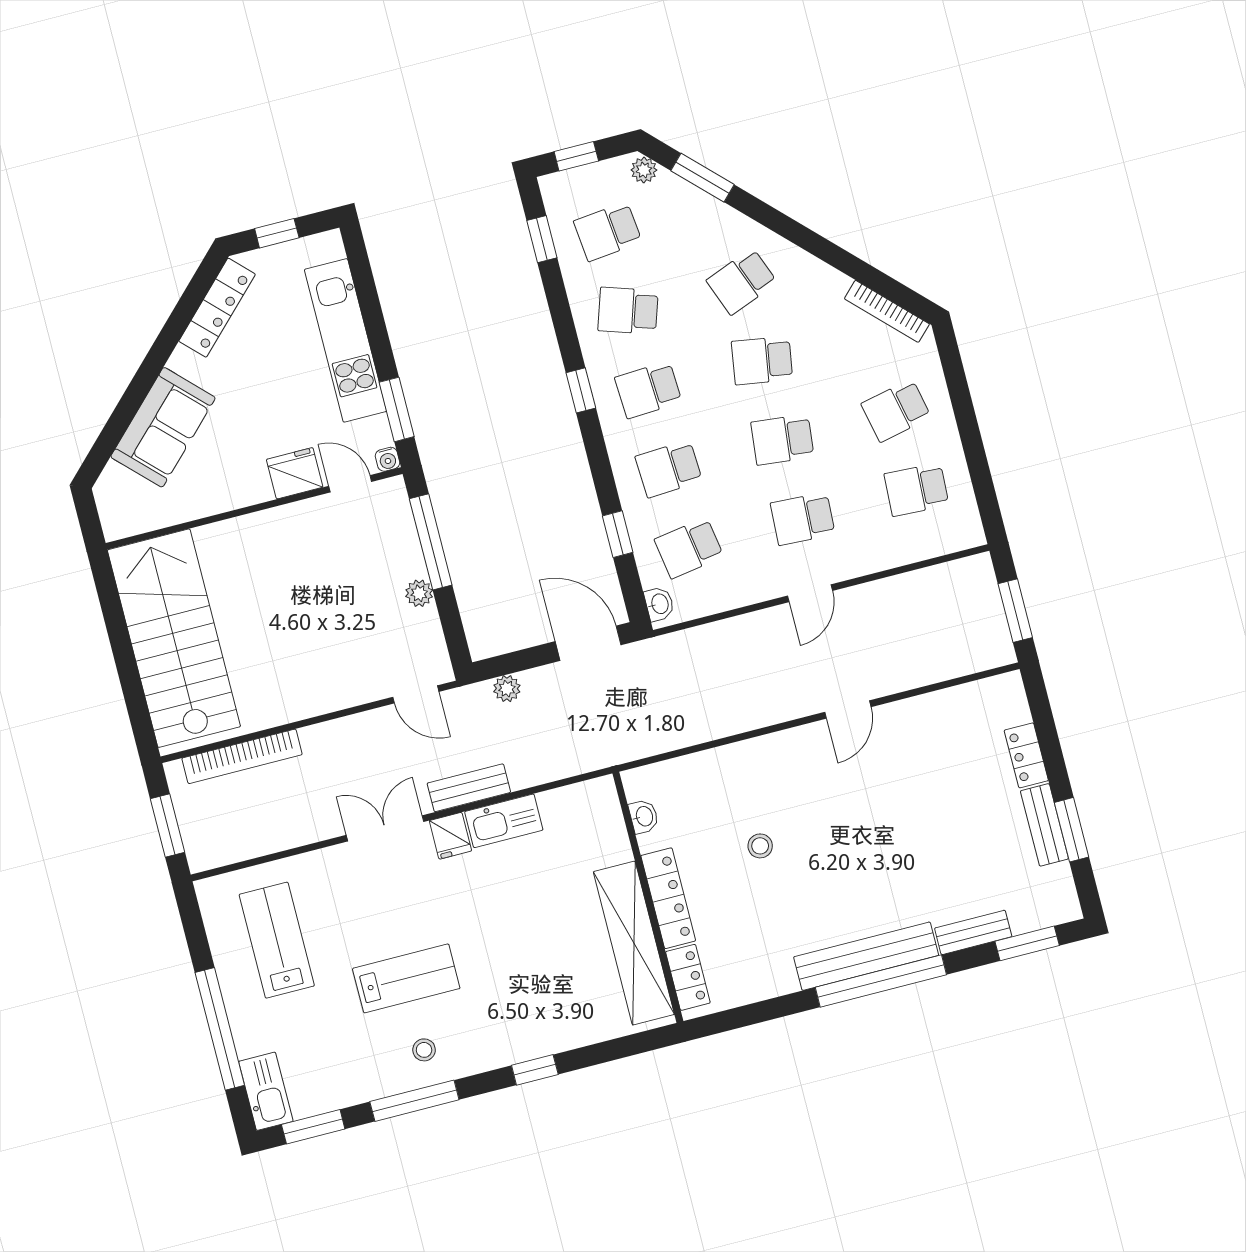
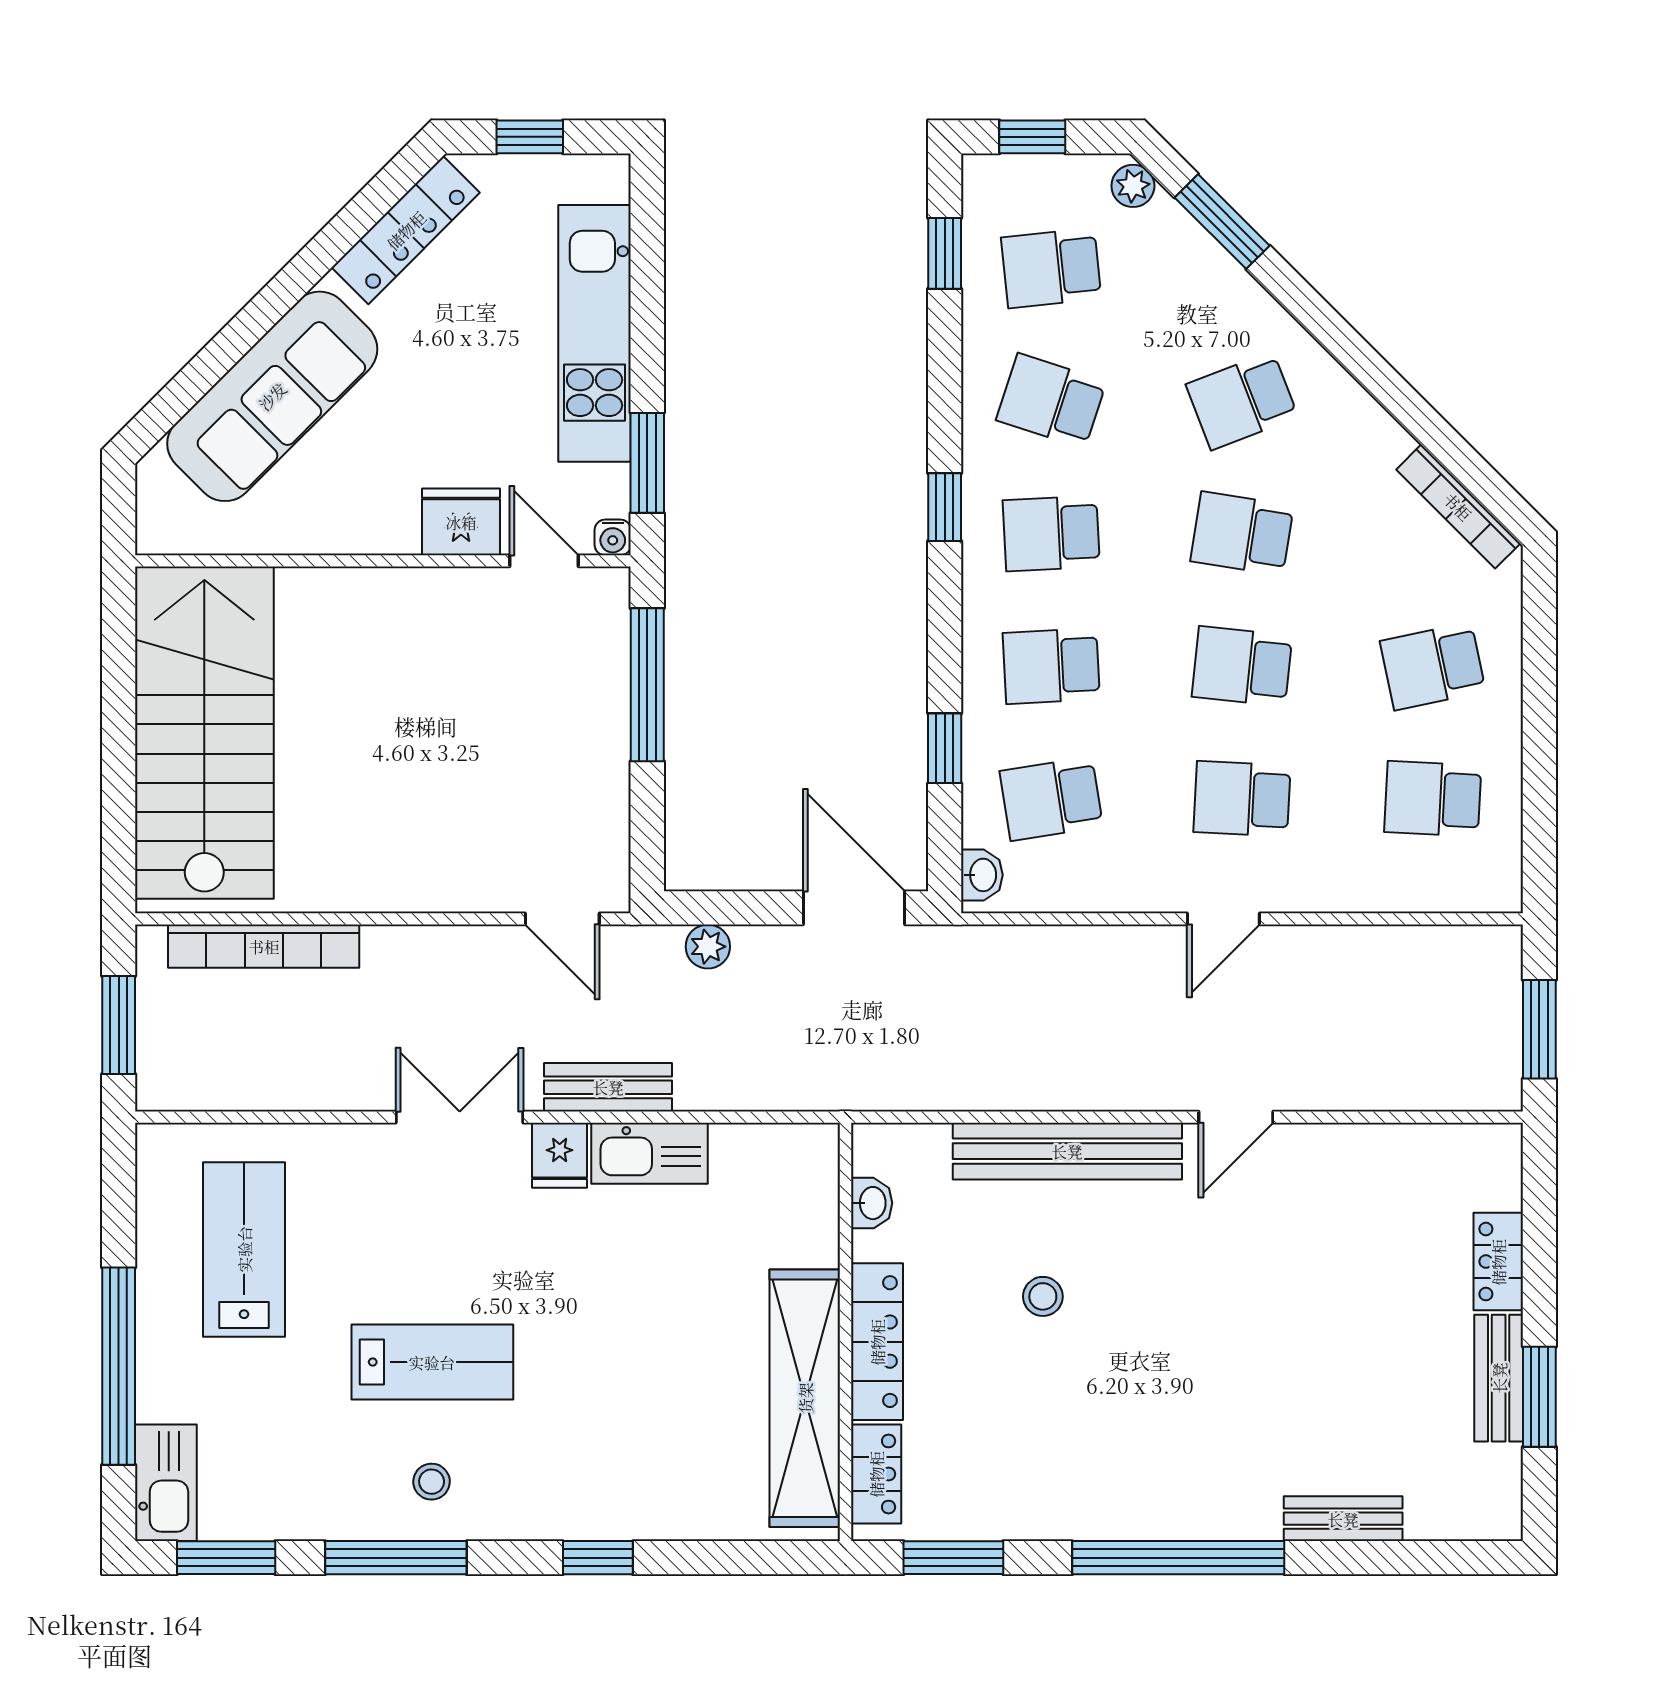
sofa: (163, 427) -> (272, 396), width x1.36
plant: (419, 593) -> (608, 761), removed
window: (1027, 943) -> (953, 1558), moved
bench: (866, 956) -> (1067, 1151), moved

